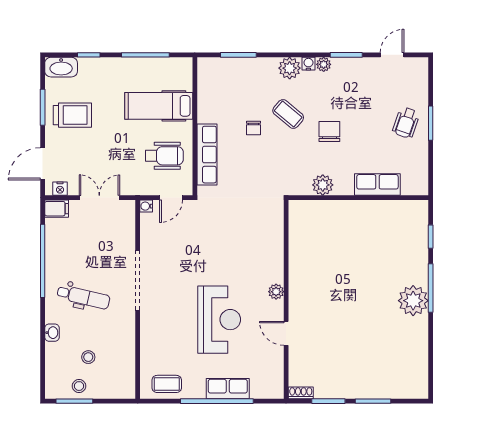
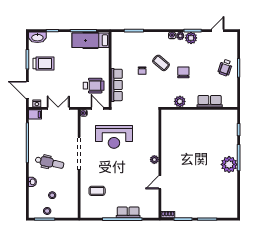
plant: (290, 68) -> (191, 38), moved
hospital bed: (159, 106) -> (91, 40), moved
door: (43, 164) -> (27, 90), hinge flipped
door: (171, 198) -> (97, 108), swing flipped
reception desk: (219, 320) -> (114, 137), moved, turned 90
door: (286, 333) -> (160, 182), hinge flipped
coffee table: (167, 384) -> (97, 191), moved

